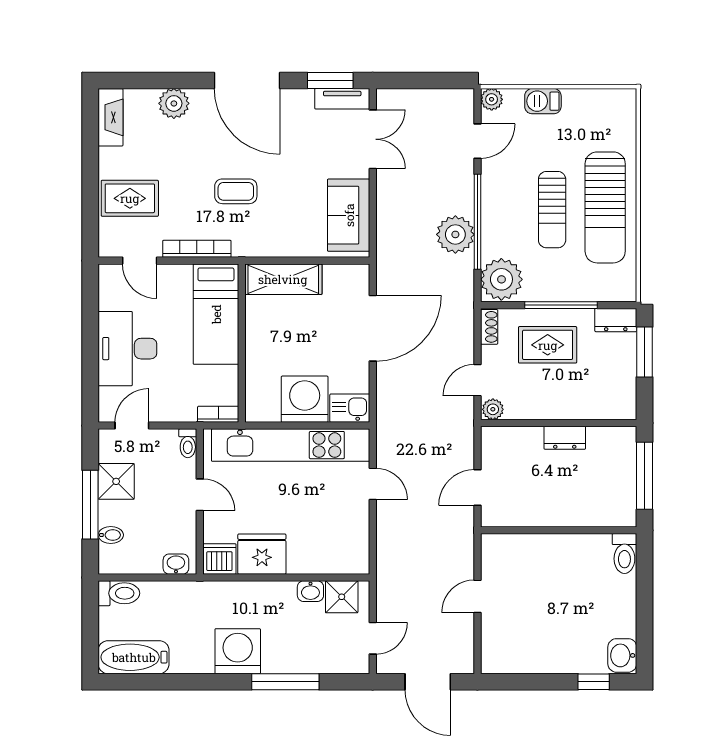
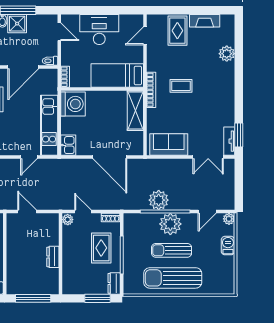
door: (247, 80) -> (239, 92), removed
fireplace: (111, 117) -> (205, 21), moved
door: (477, 141) -> (207, 211), hinge flipped
coffee table: (236, 191) -> (181, 86), turned 90
bookcase: (197, 249) -> (151, 90), moved
plant: (501, 279) -> (170, 224), moved
washing machine: (305, 399) -> (73, 104), moved
kitchen unit: (291, 445) -> (49, 125), width x0.73
shower: (116, 481) -> (17, 24), moved
door: (200, 495) -> (23, 67), width x1.88

